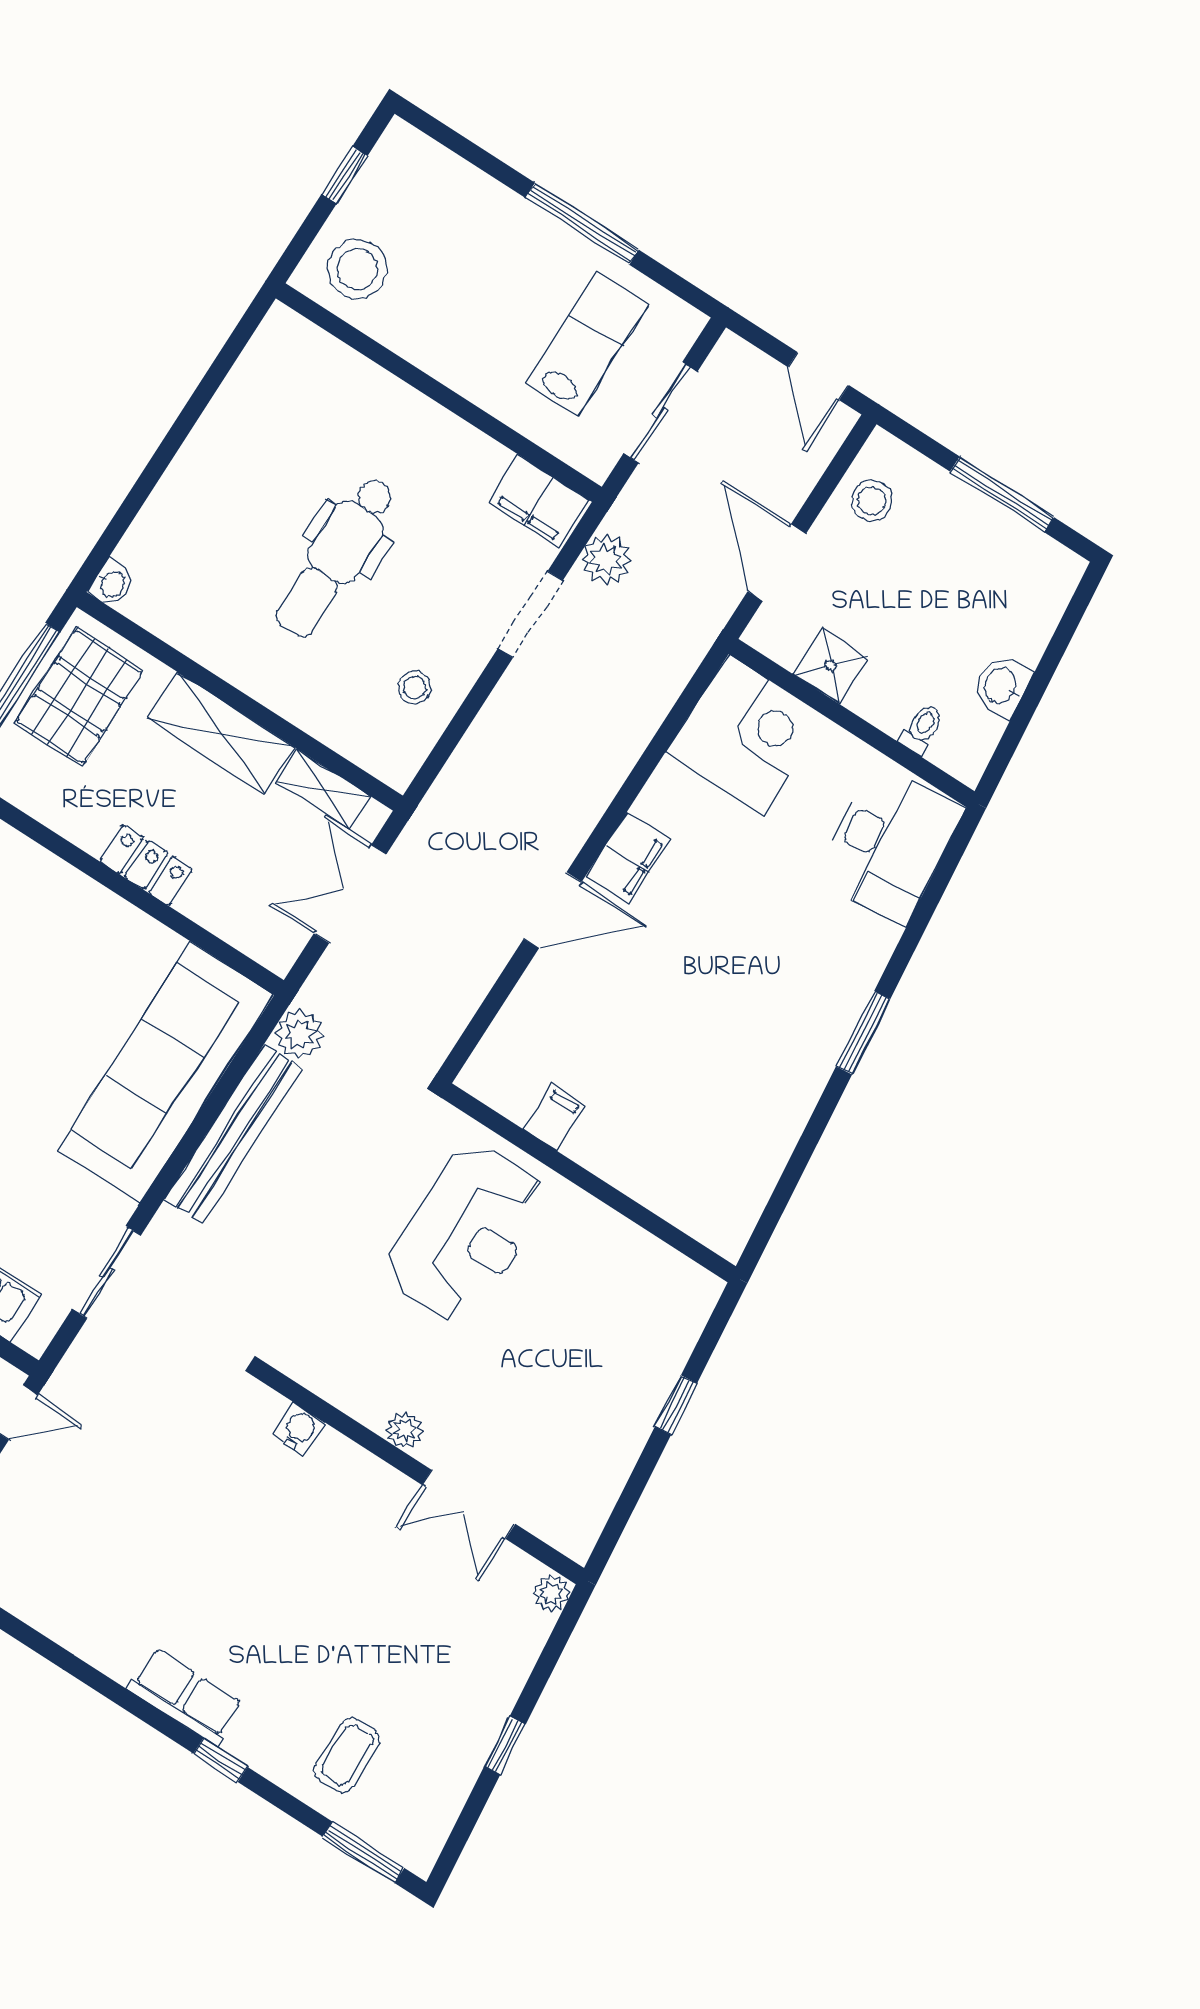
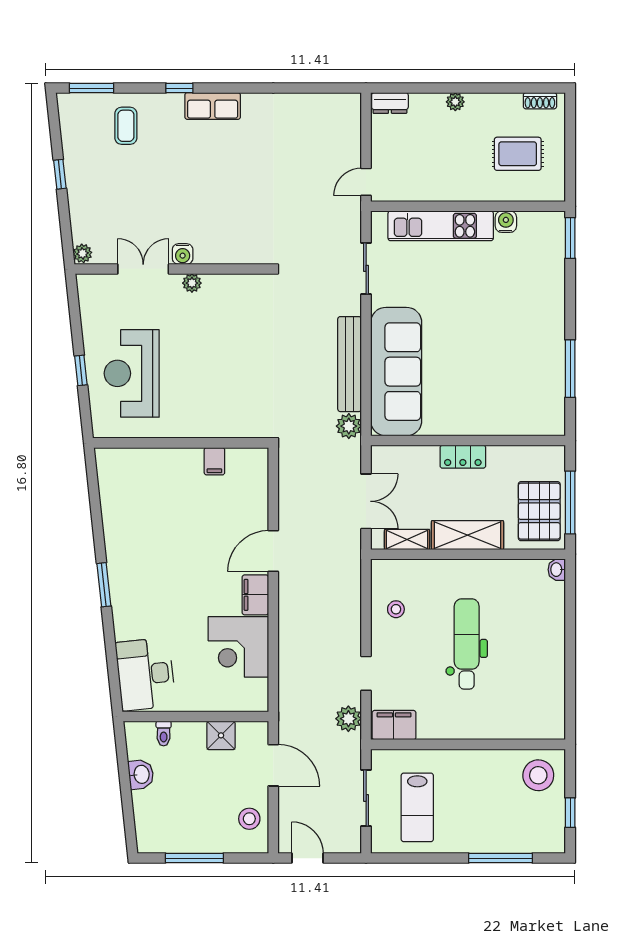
window: (582, 224) -> (501, 858), moved
doorway: (530, 614) -> (366, 673), width x0.73
corner desk: (746, 735) -> (238, 647), moved
reception desk: (466, 1234) -> (132, 373), moved
water cooler: (299, 1429) -> (183, 254), moved

